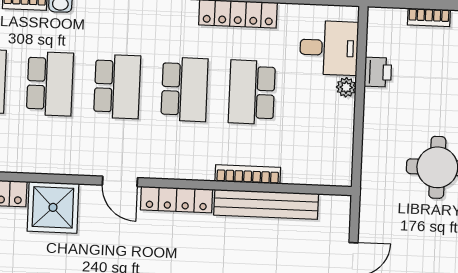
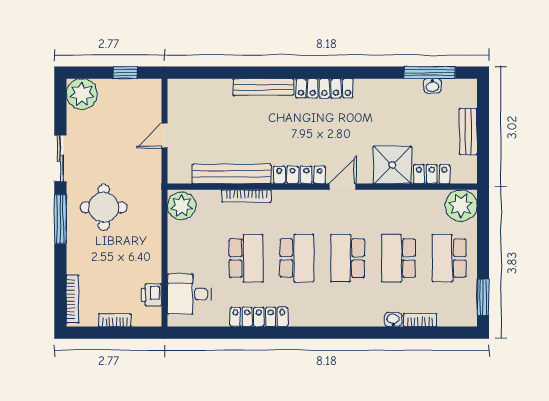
printer: (378, 72) -> (152, 295), moved
plant: (346, 87) -> (182, 206), moved, width x1.88, depth x1.88
school desk: (185, 89) -> (297, 258), turned 180
door: (120, 181) -> (343, 187), hinge flipped

